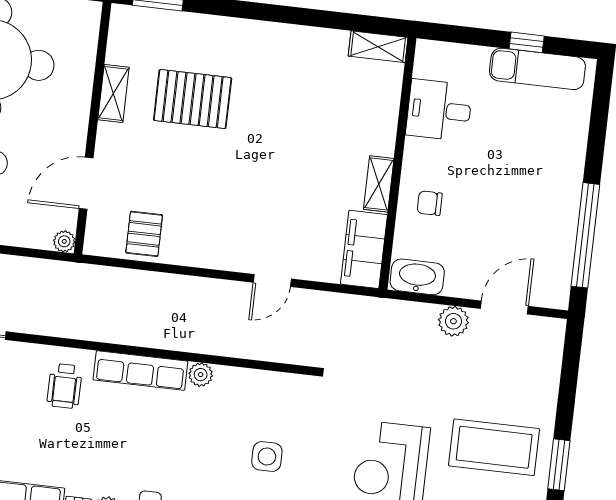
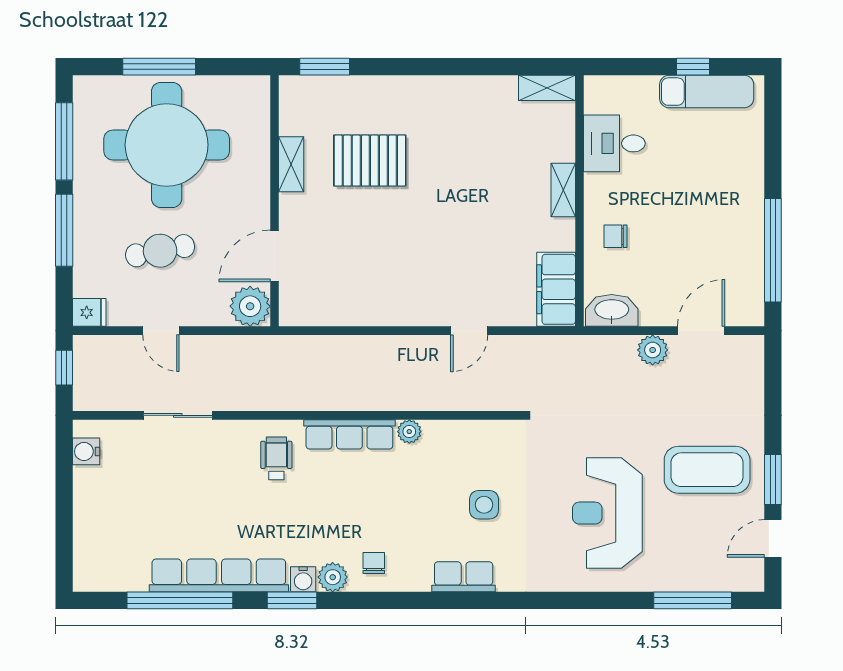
shelving: (379, 184) -> (563, 190), moved
pallet: (144, 234) -> (337, 299), removed
plant: (64, 241) -> (250, 306), width x1.87, depth x1.87
wheelchair: (65, 386) -> (276, 458), turned 180

